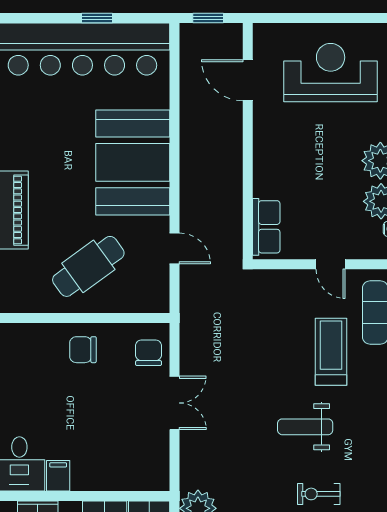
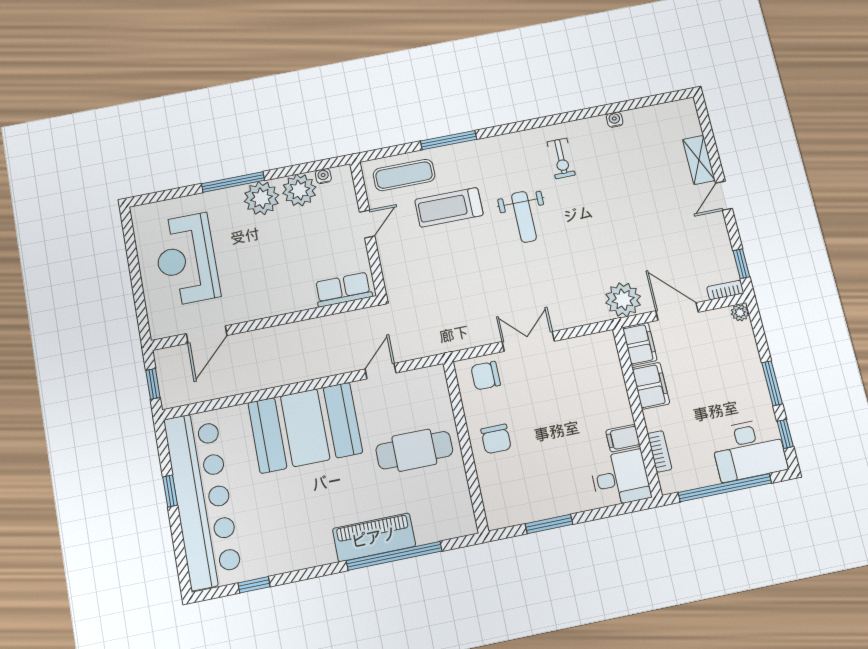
cafe table: (88, 266) -> (414, 450), turned -54
exercise bike: (319, 494) -> (561, 158), moved

